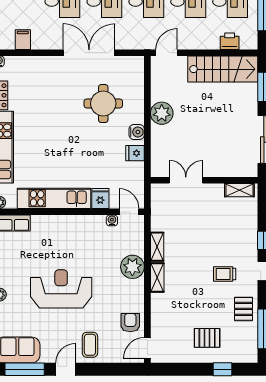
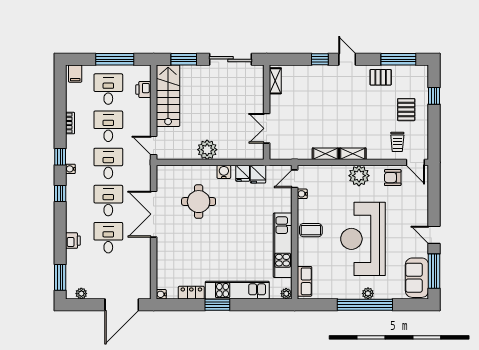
filing cabinet: (23, 40) -> (142, 273), removed
fridge: (100, 198) -> (258, 174), moved, turned -90
plant: (132, 267) -> (359, 176), moved
trolley: (225, 274) -> (397, 142), moved
reception desk: (61, 289) -> (363, 239), width x1.36, depth x1.30
coffee table: (90, 345) -> (311, 230), moved

